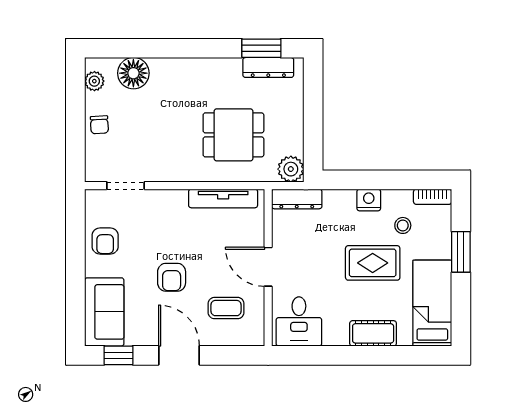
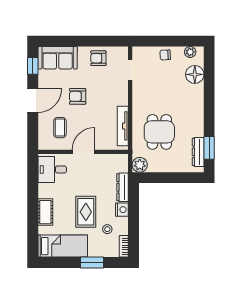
dresser: (297, 199) -> (123, 187), moved

